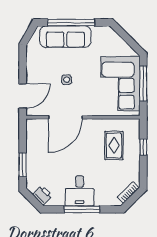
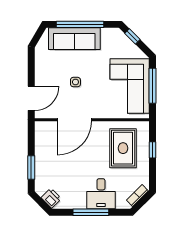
window: (123, 34) -> (132, 36), added
rug: (114, 146) -> (123, 148), width x1.36, depth x1.43
desk: (80, 191) -> (101, 194), moved

